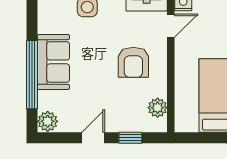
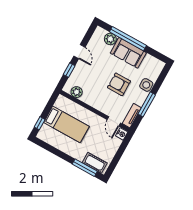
armchair: (133, 62) -> (119, 84), moved
plant: (48, 121) -> (110, 39), moved

